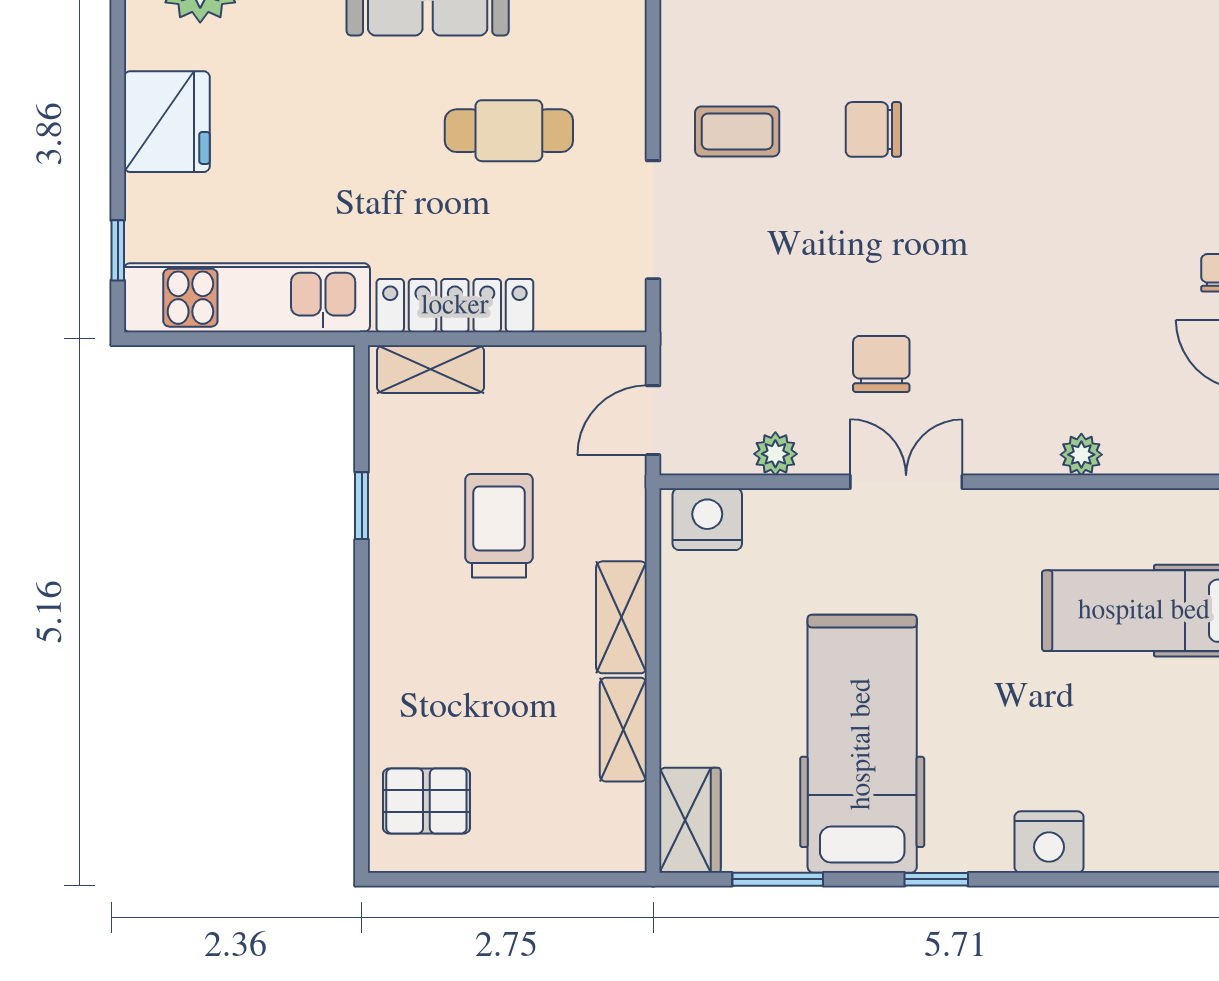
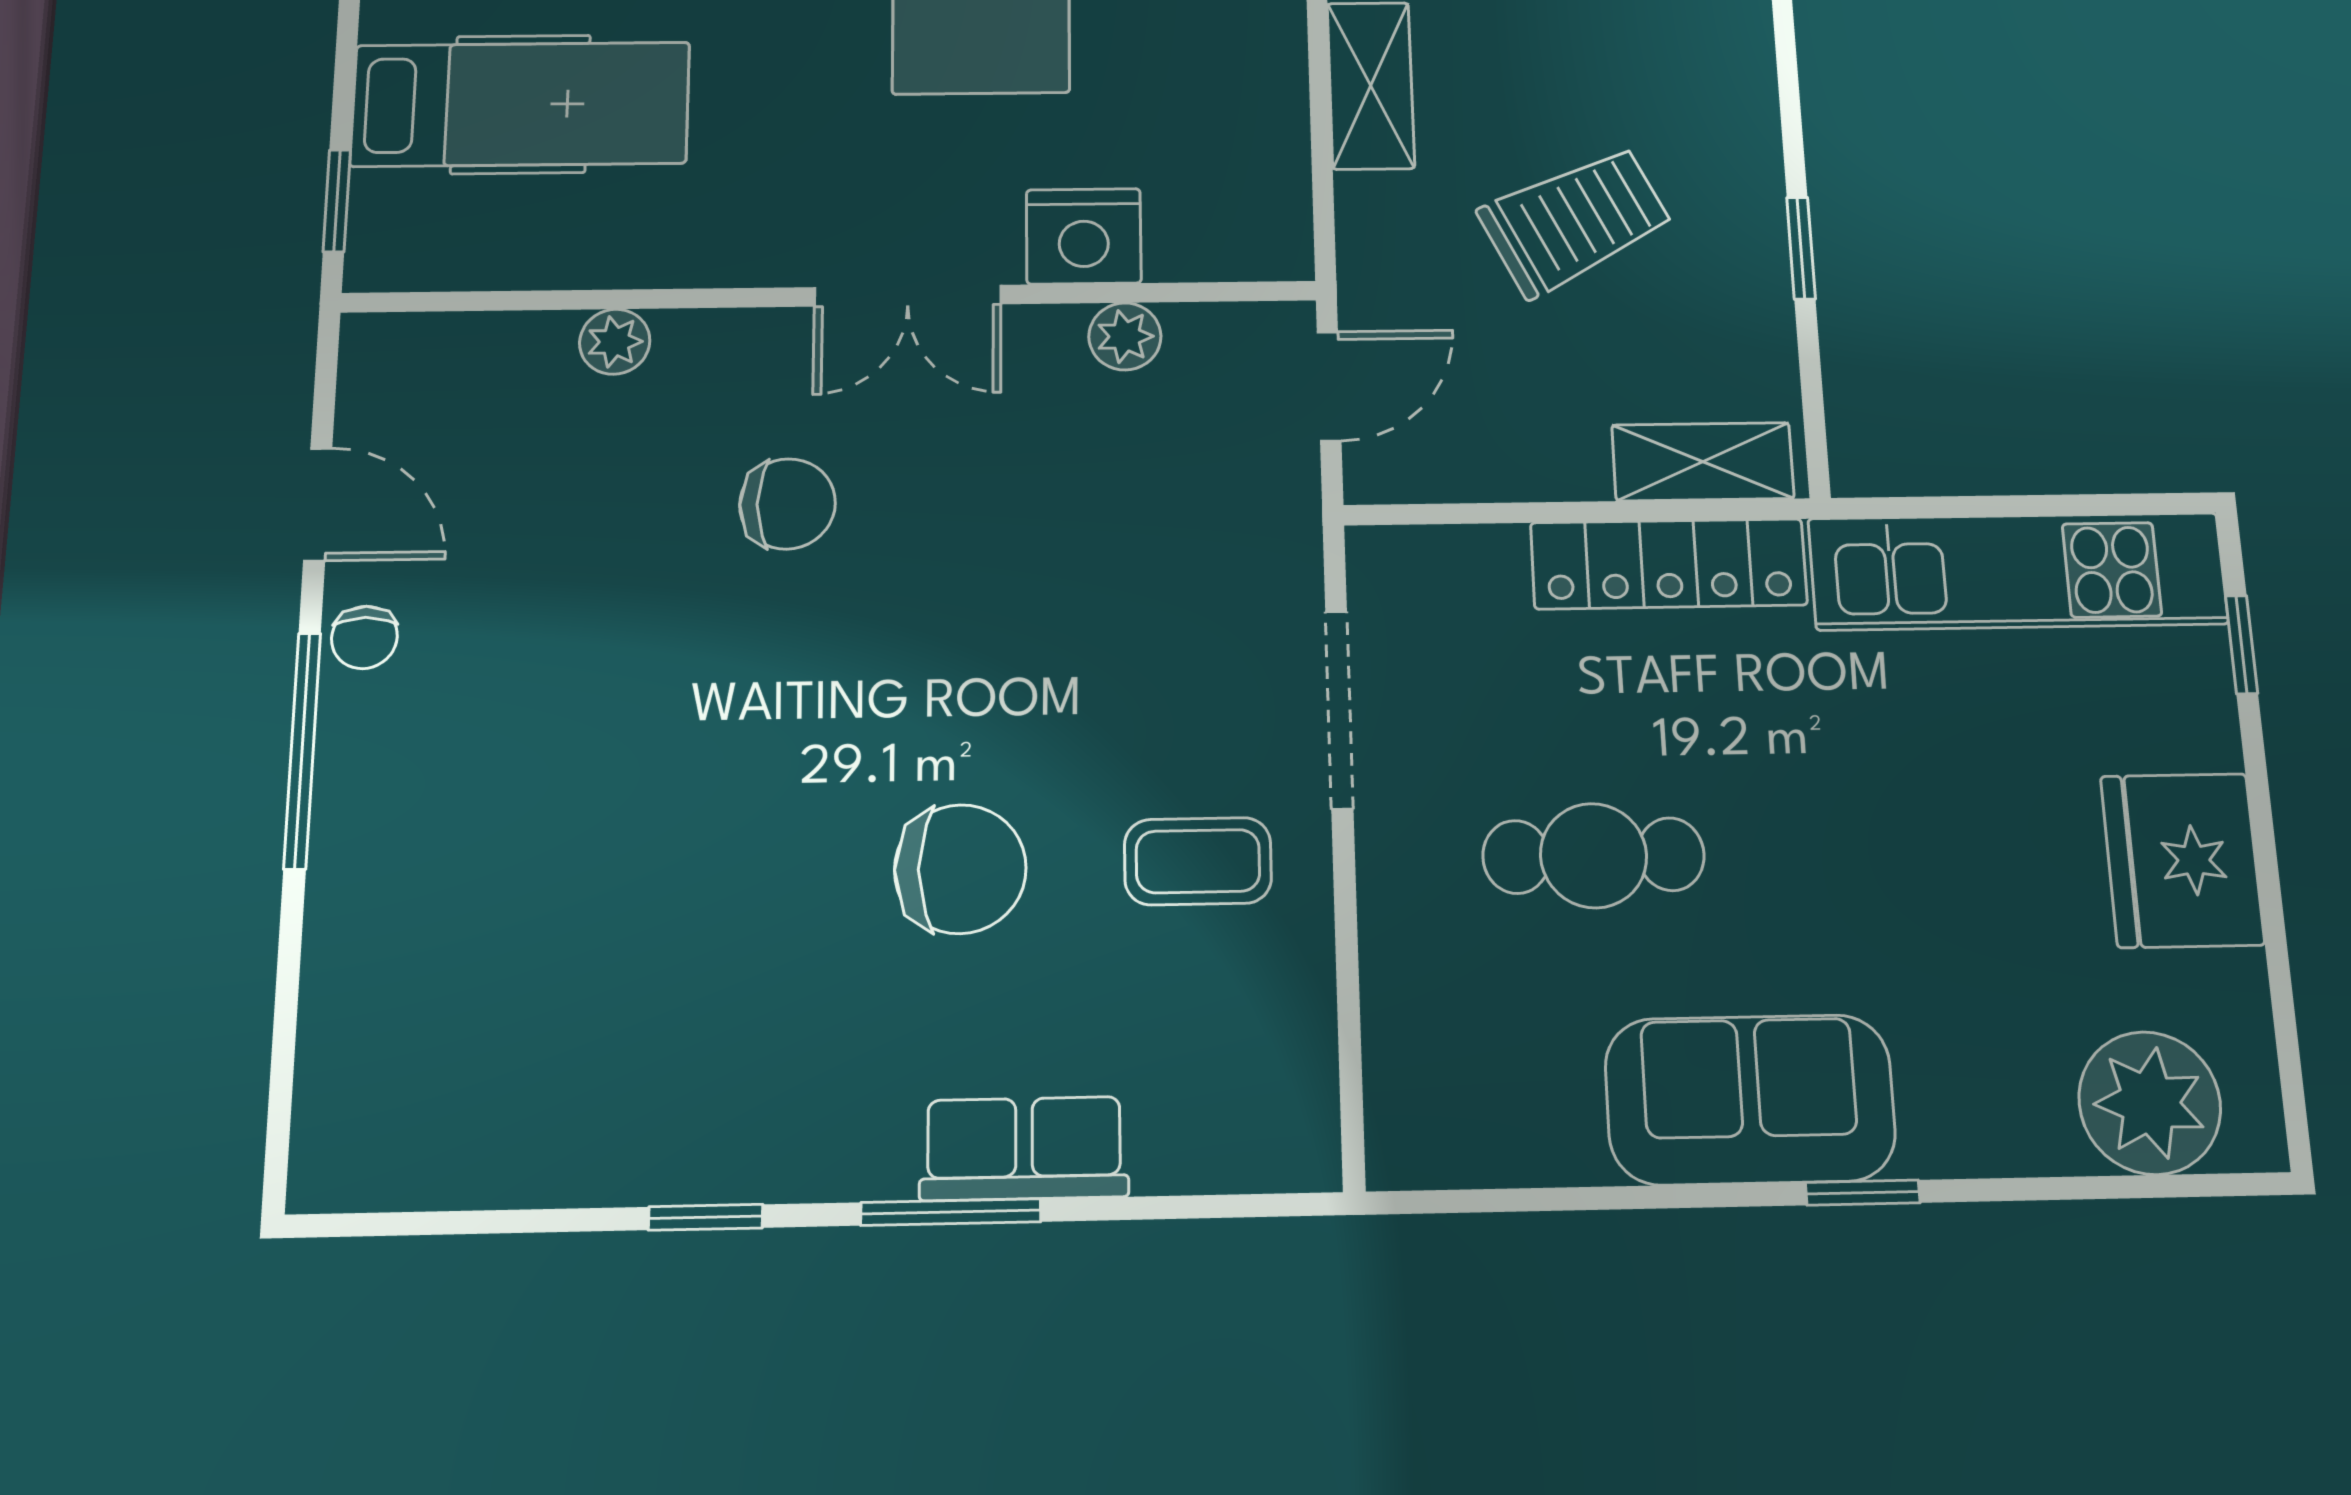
chair: (873, 129) -> (960, 869), width x1.37, depth x1.37
chair: (881, 364) -> (788, 504), moved, turned -90
nightstand: (707, 519) -> (1084, 236), moved
trolley: (499, 526) -> (1575, 220), turned -116

